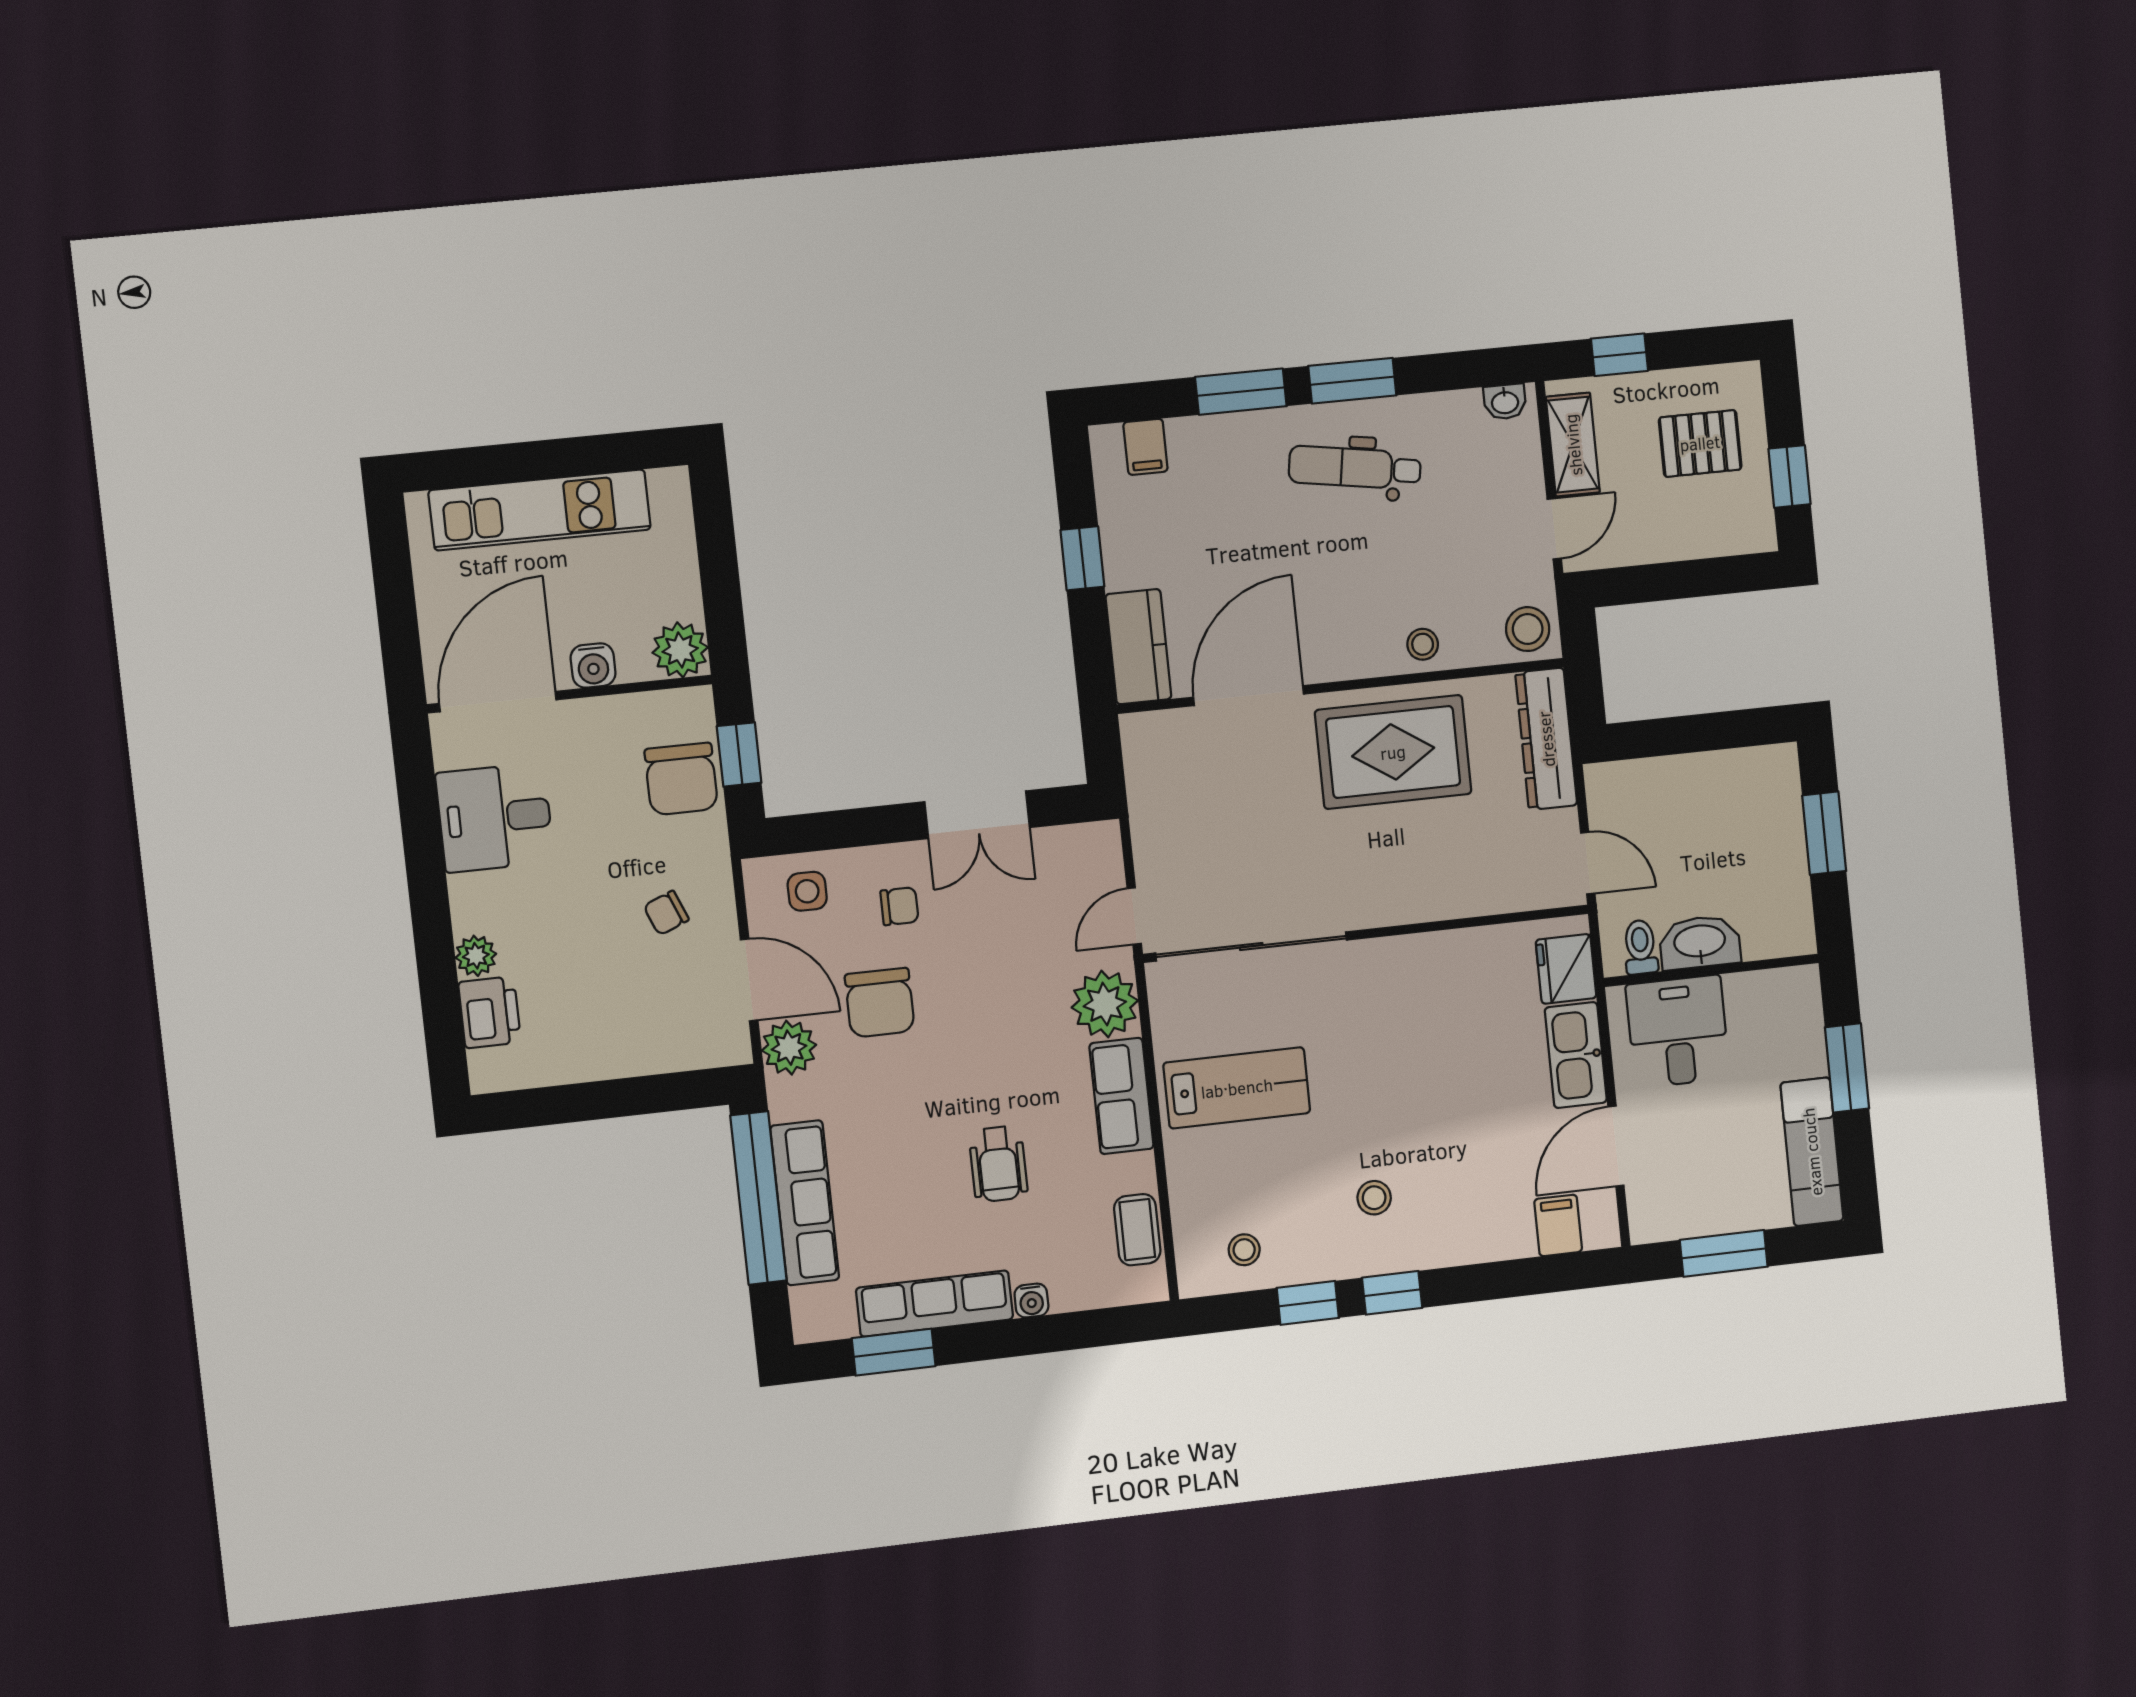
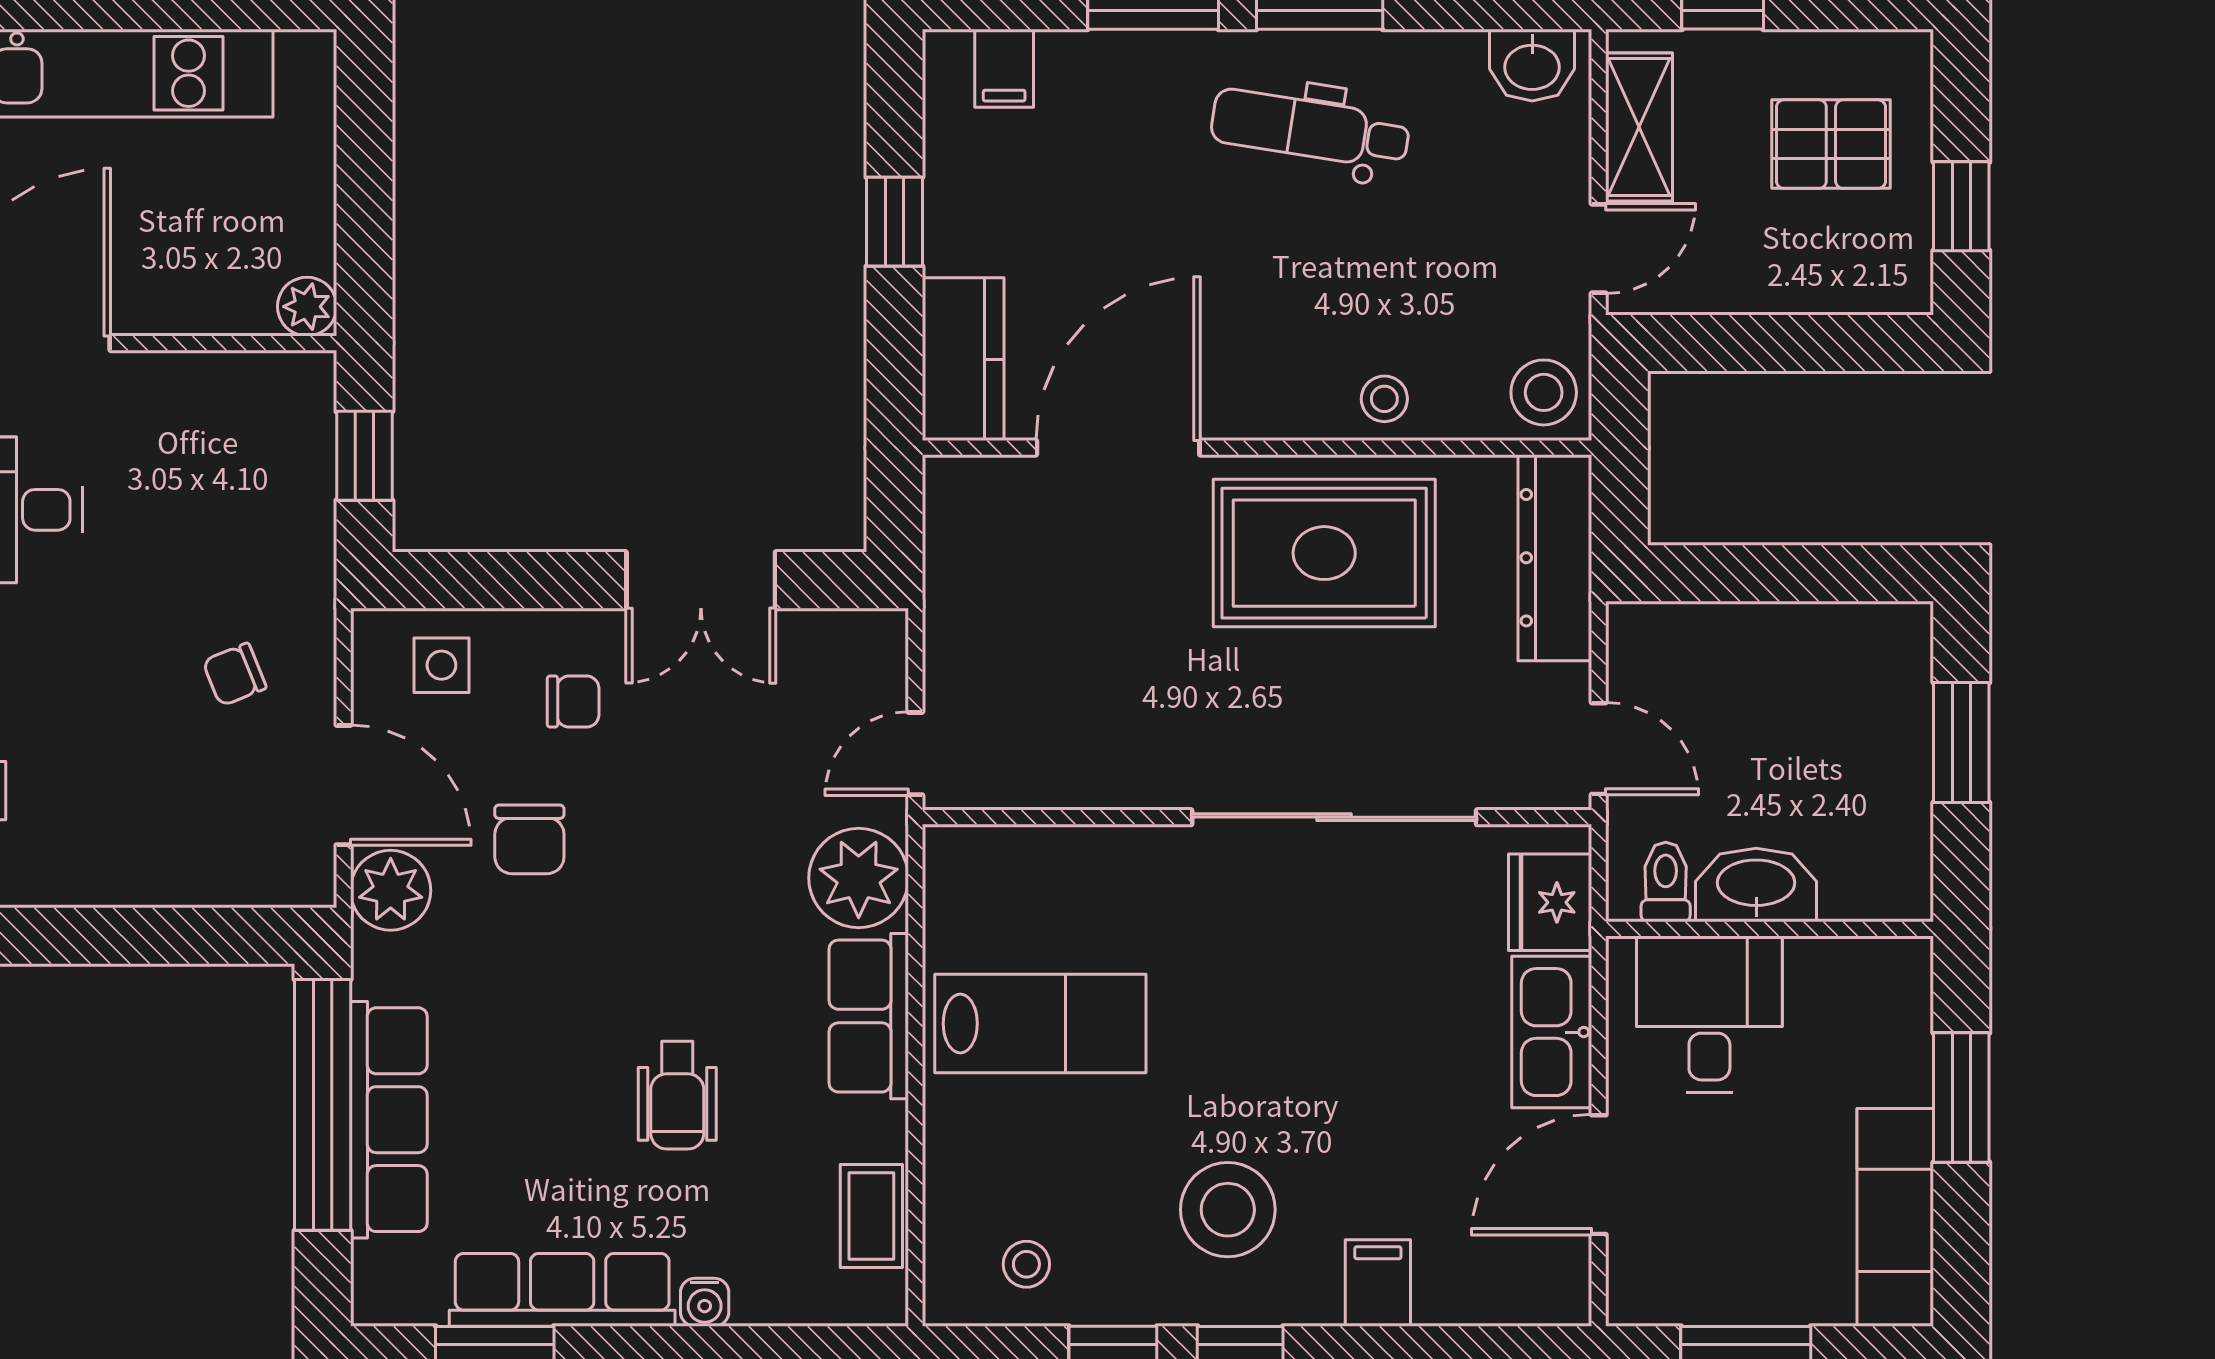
washbasin: (1505, 402) -> (1532, 65), width x1.38, depth x1.45
plant: (680, 650) -> (307, 307), width x0.73, depth x0.73
water cooler: (593, 665) -> (169, 305), removed
chair: (681, 779) -> (277, 482), removed
sliding door: (1251, 946) -> (1334, 817), moved
chair: (880, 1003) -> (529, 839), width x0.73, depth x0.73
stool: (1374, 1198) -> (1228, 1210), width x1.89, depth x1.89
filing cabinet: (1558, 1225) -> (1378, 1283), moved

